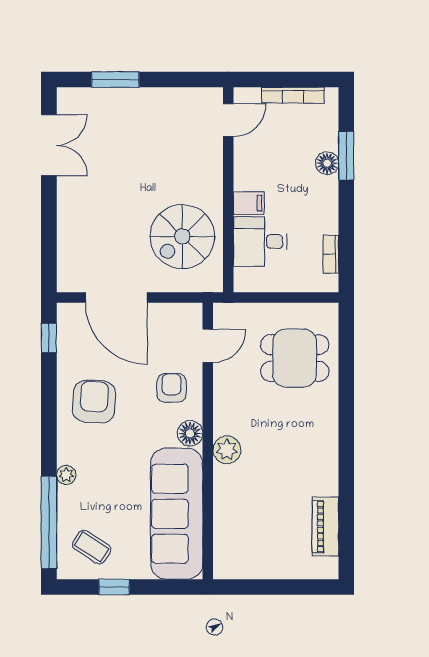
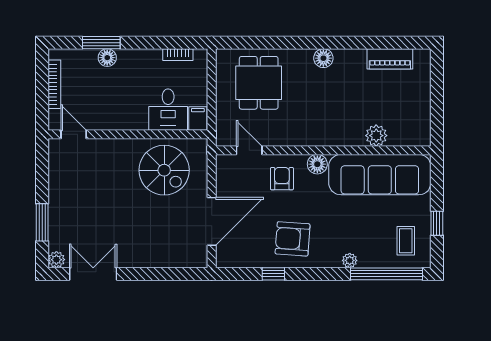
plant: (67, 98) -> (56, 260), added
filing cabinet: (249, 203) -> (198, 118), moved
window: (49, 338) -> (273, 274), moved
armchair: (171, 388) -> (282, 179), turned 90
floor lamp: (326, 441) -> (323, 58), added
plant: (227, 450) -> (376, 136), moved
coffee table: (92, 547) -> (406, 241), turned -33

